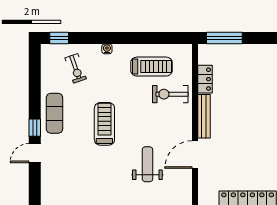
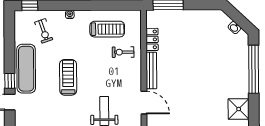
exercise bike: (170, 94) -> (123, 52), width x0.73, depth x0.72
exercise mat: (54, 113) -> (26, 69), width x1.36, depth x1.45
door: (195, 154) -> (144, 103), swing flipped

